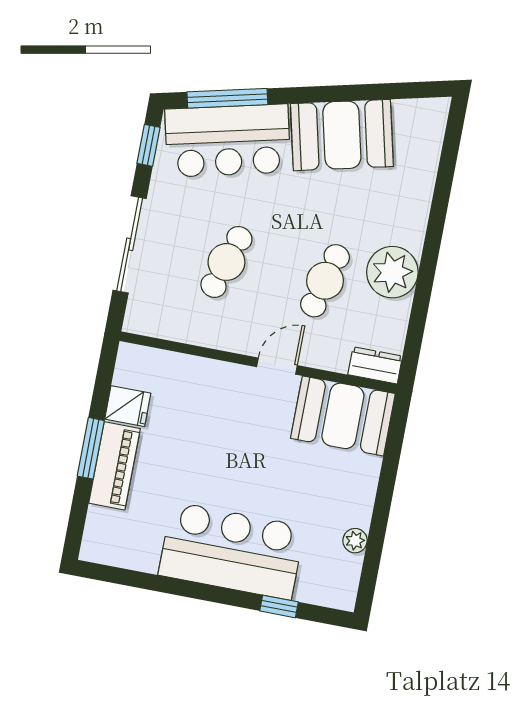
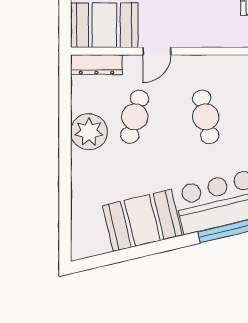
cafe table: (226, 262) -> (206, 117), turned -30
dresser: (375, 365) -> (96, 65), width x1.44

